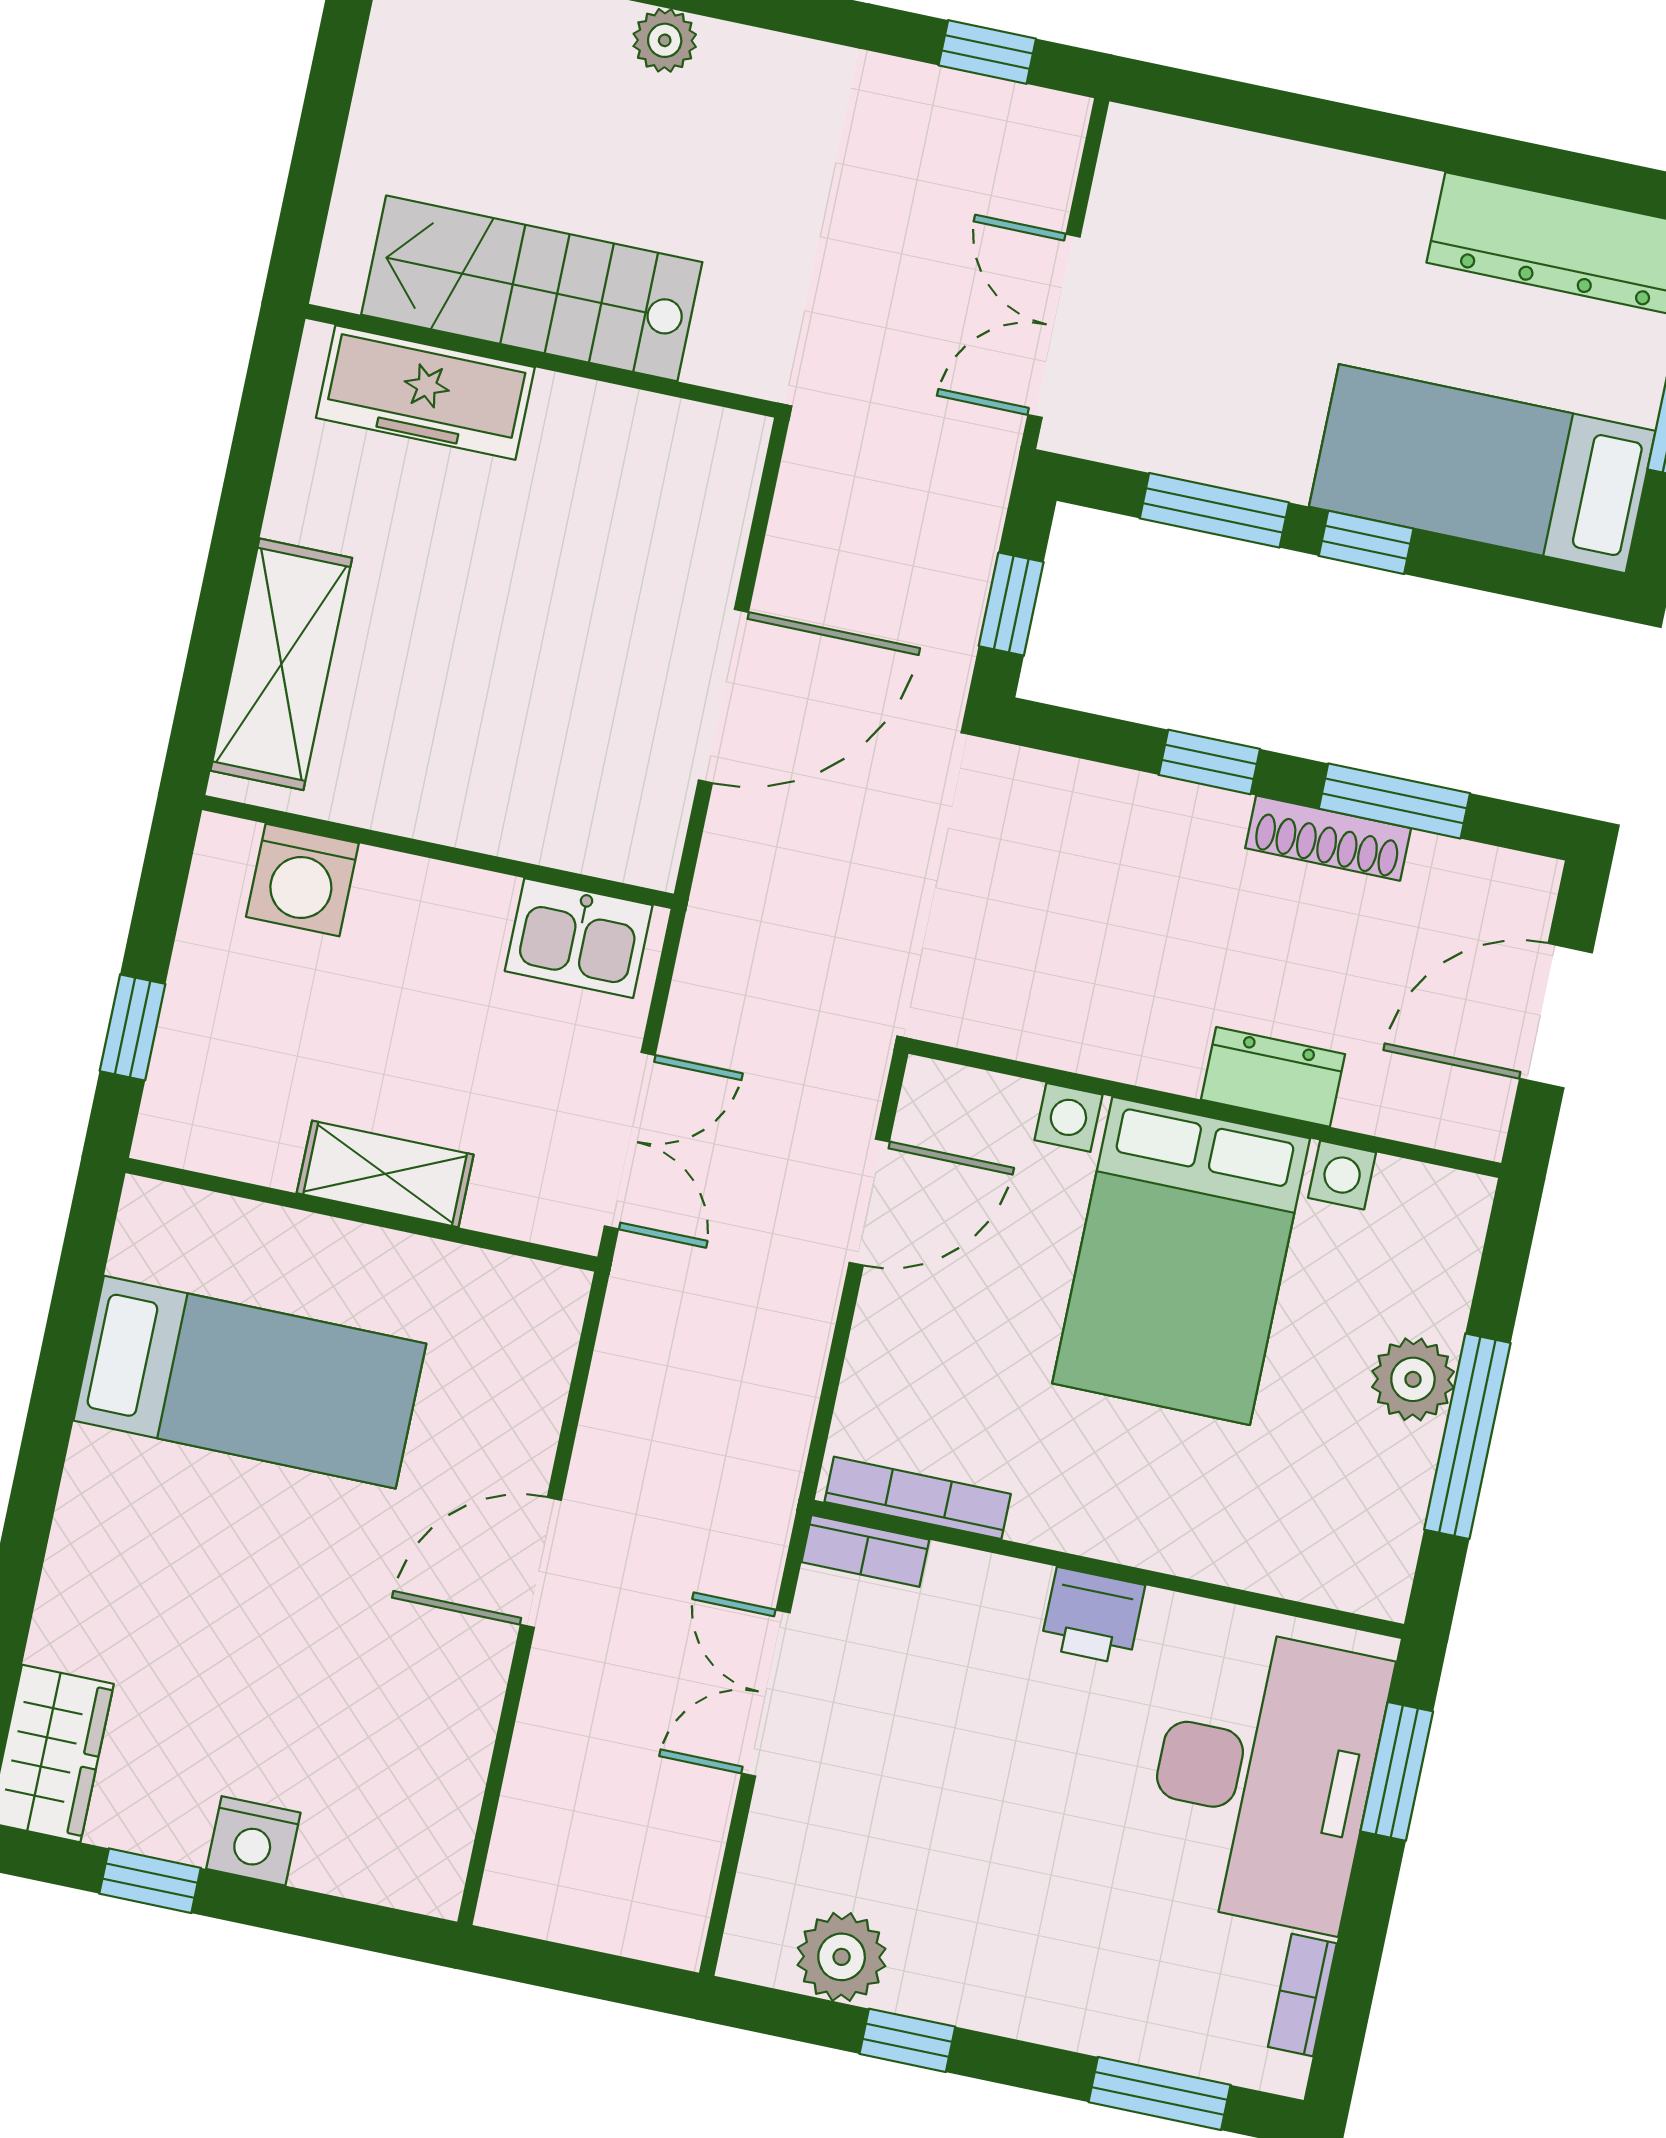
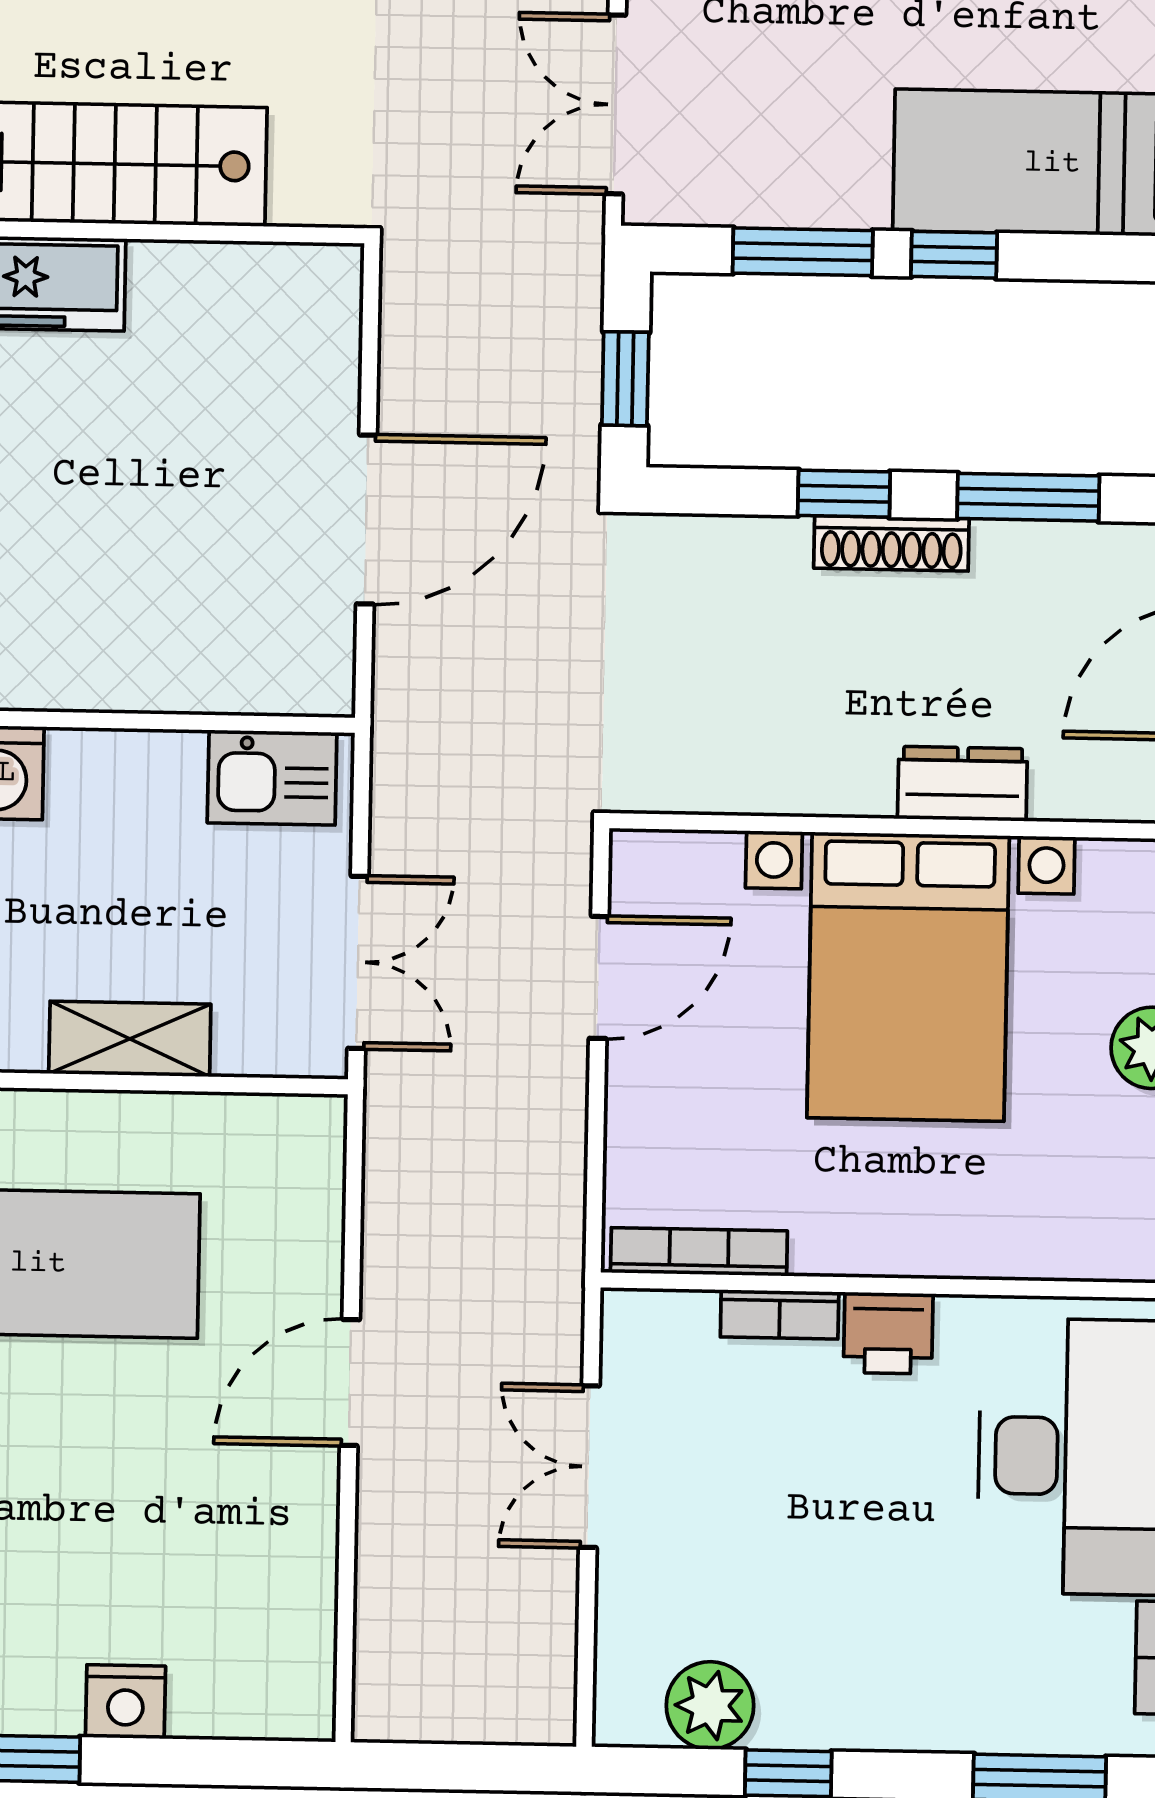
shoe rack: (1328, 838) -> (891, 543), moved
bookcase: (865, 1551) -> (780, 1314), moved

